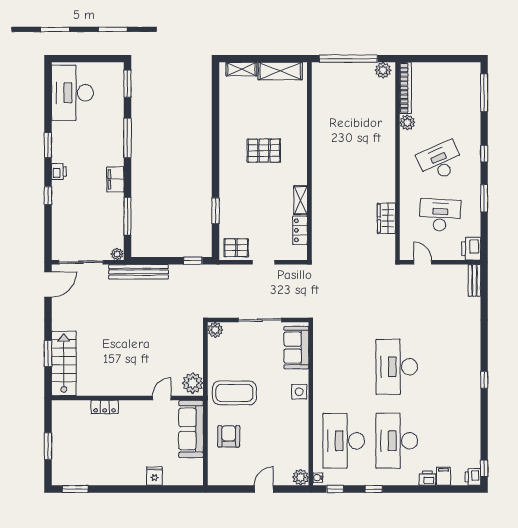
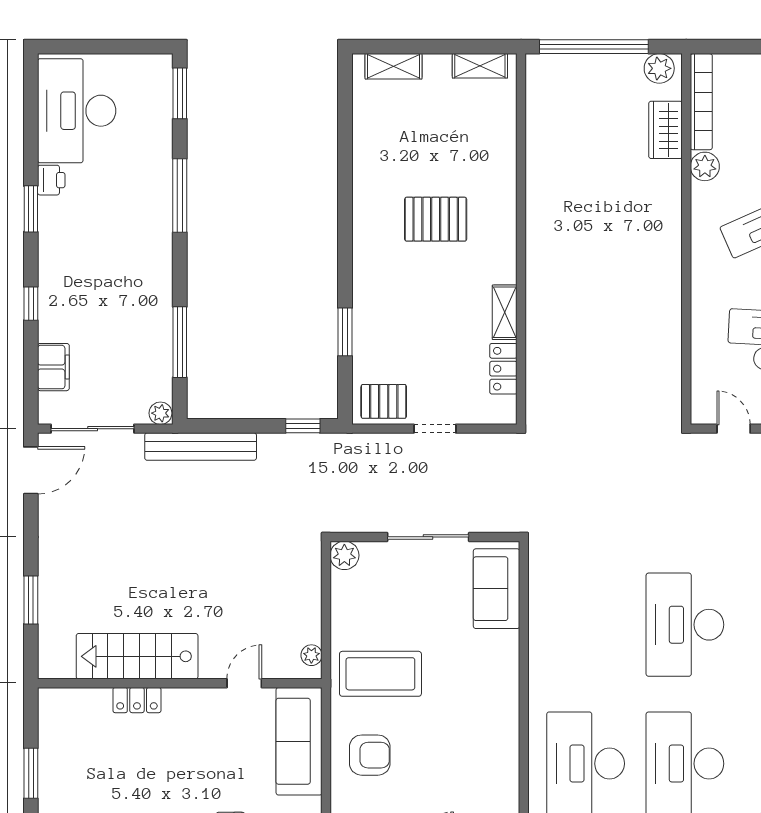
shelving: (280, 71) -> (480, 66), width x0.67, depth x0.75
printer: (59, 172) -> (51, 180), moved
filing cabinet: (115, 179) -> (53, 367), moved, turned 180
wardrobe: (386, 218) -> (666, 130), moved
stairs: (64, 363) -> (137, 656), moved, turned -90
plant: (193, 383) -> (311, 655), width x0.53, depth x0.53
side table: (299, 392) -> (502, 671), removed
armchair: (229, 436) -> (370, 755), turned 90

